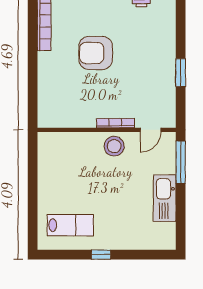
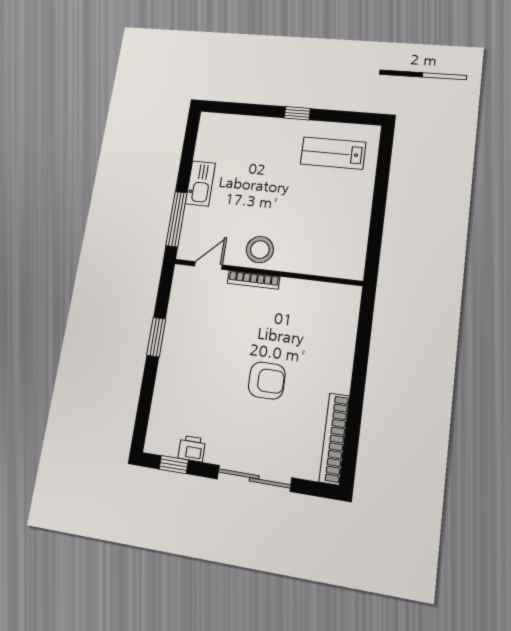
armchair: (96, 53) -> (267, 381), width x0.73, depth x0.73
kitchen sink: (165, 198) -> (200, 183), width x0.73, depth x0.81

